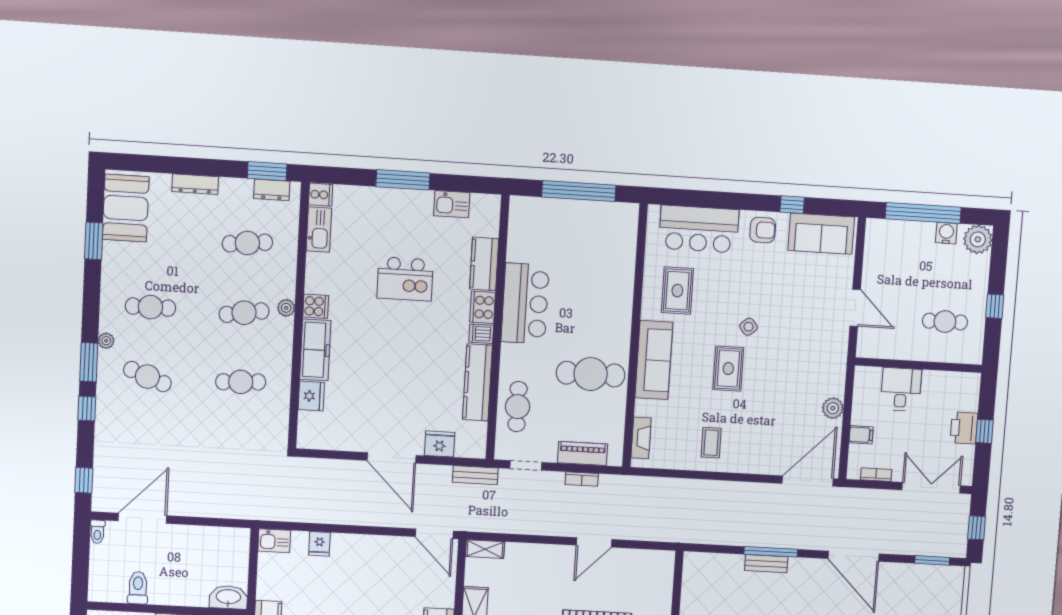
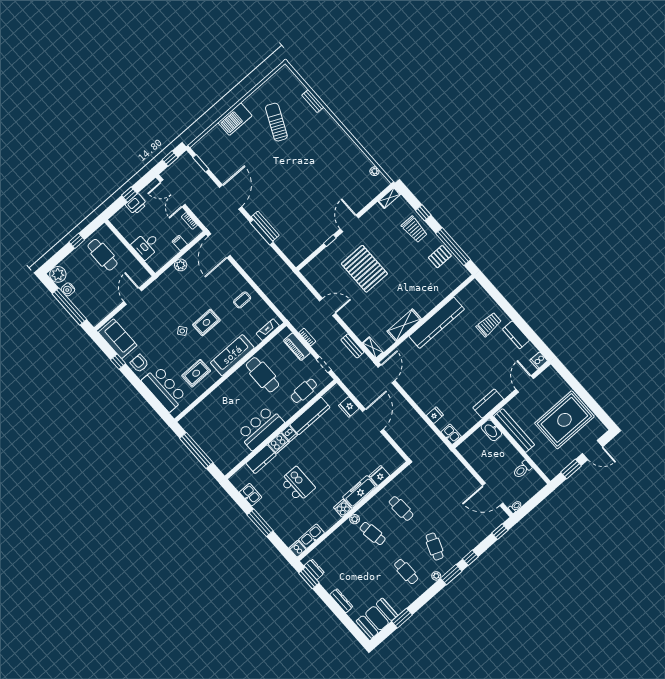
cafe table: (247, 243) -> (344, 559), removed
cafe table: (945, 322) -> (103, 255), width x1.37, depth x1.35
bench: (475, 475) -> (352, 346), moved
door: (808, 481) -> (219, 246), hinge flipped
bench: (766, 564) -> (265, 226), width x1.36

